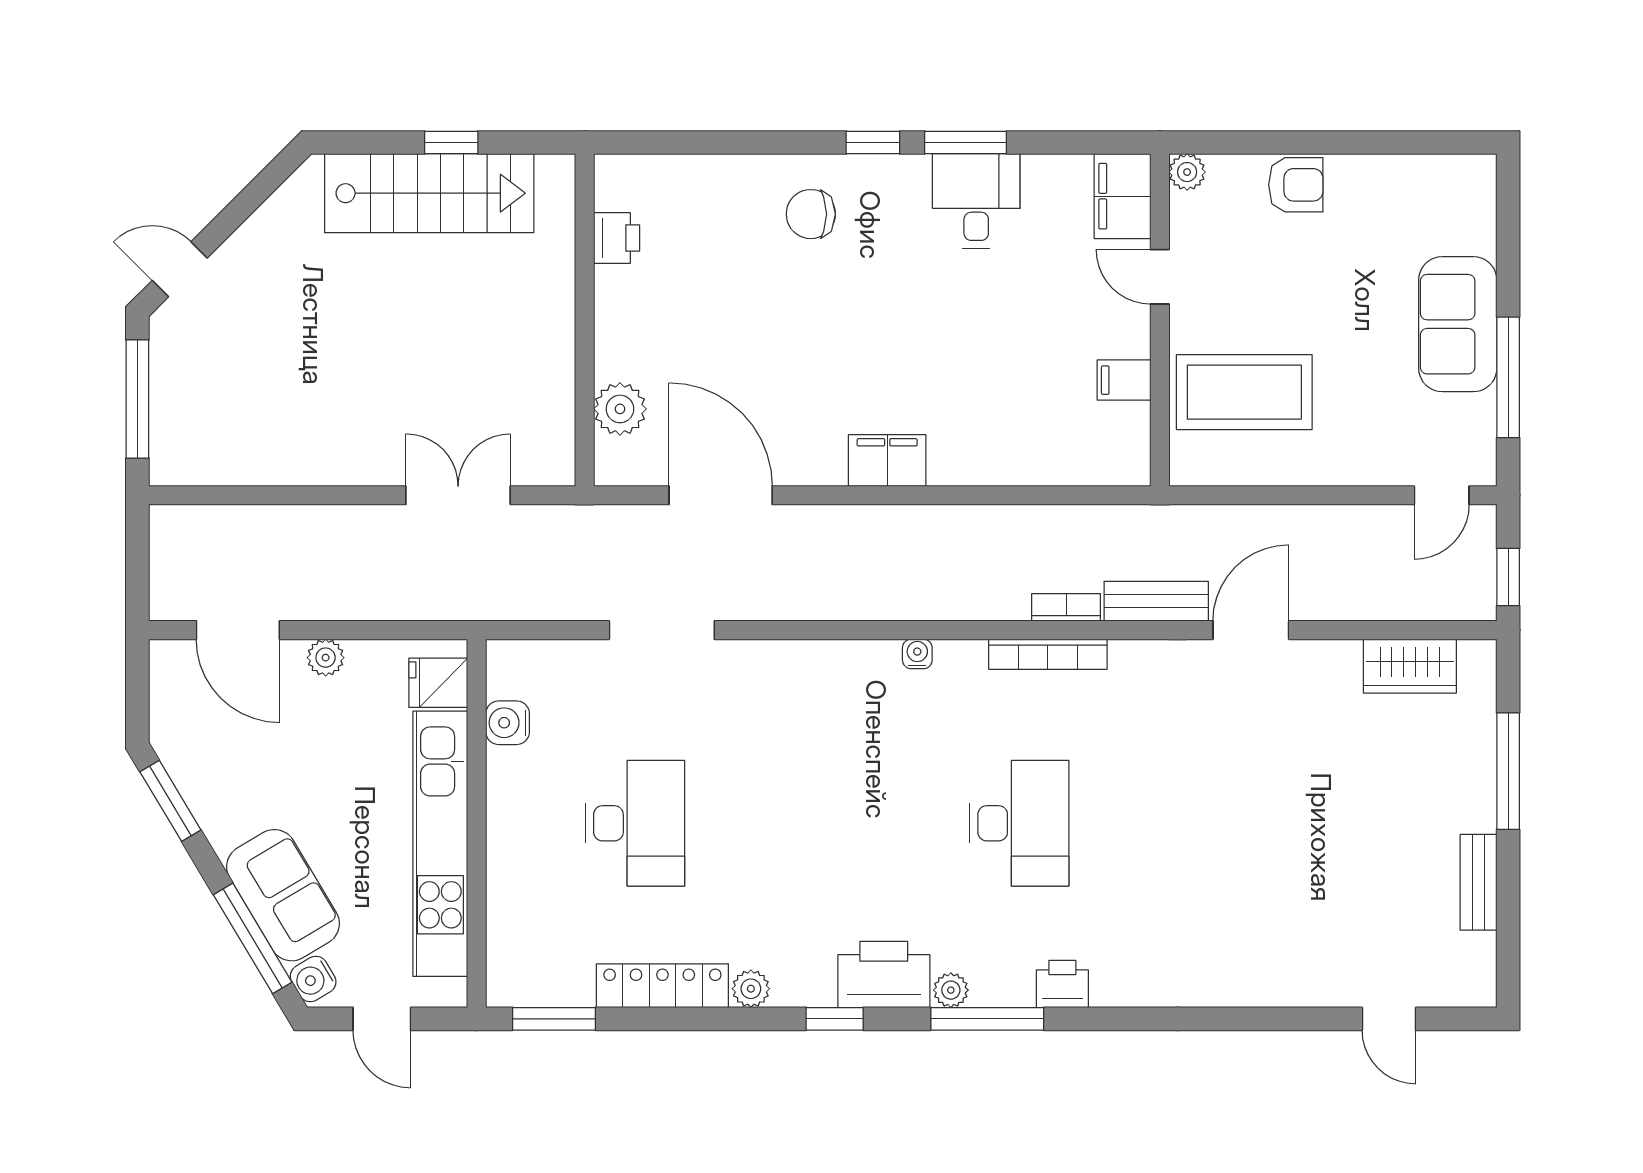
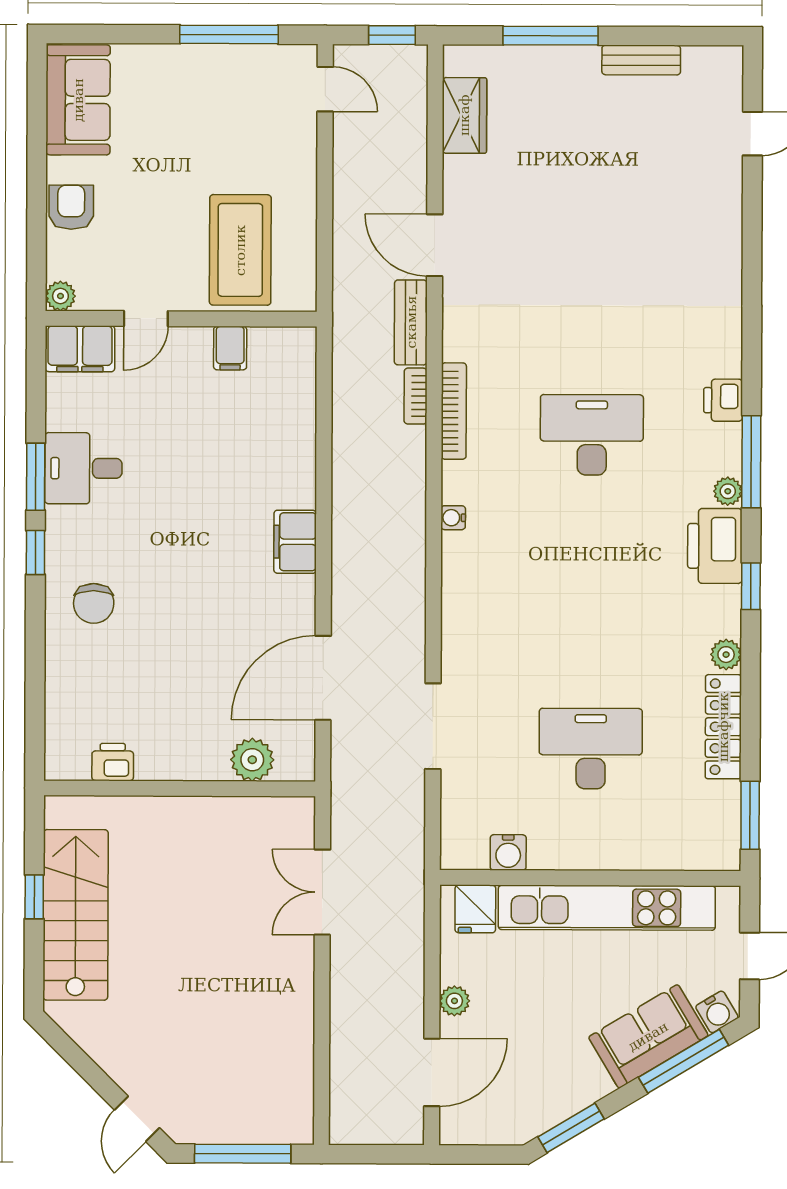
sofa: (1458, 324) -> (78, 100), moved, turned -90

